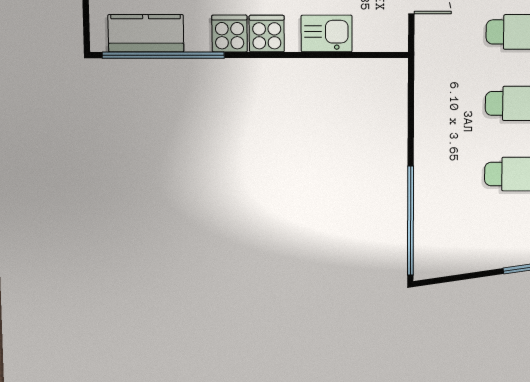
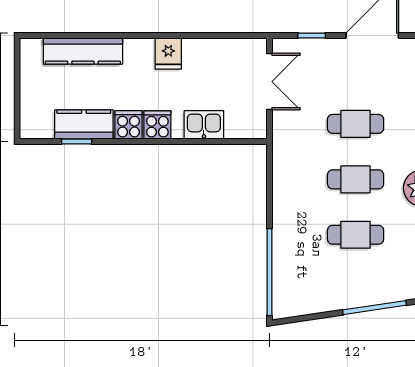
kitchen counter: (146, 33) -> (84, 125), moved
window: (163, 55) -> (77, 142), width x0.32

